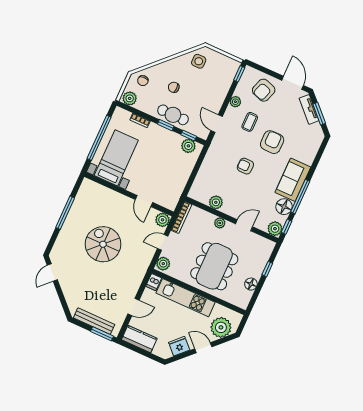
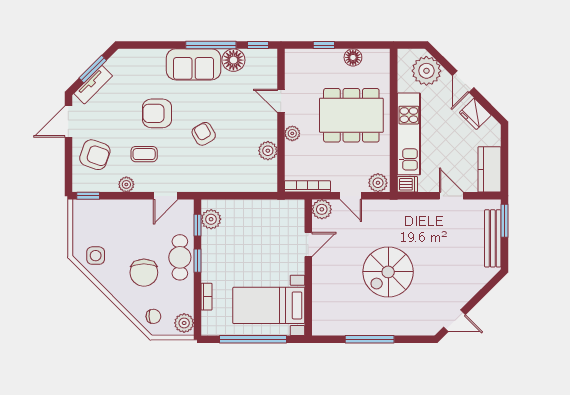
chair: (174, 87) -> (144, 273), width x1.87, depth x1.87
armchair: (245, 166) -> (204, 134), turned 150
plant: (275, 229) -> (267, 59), removed

